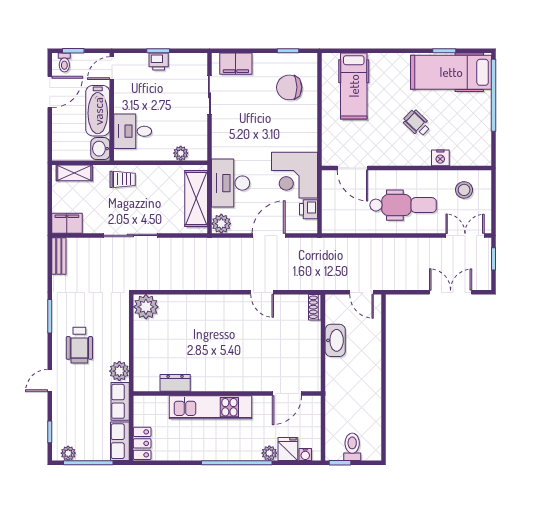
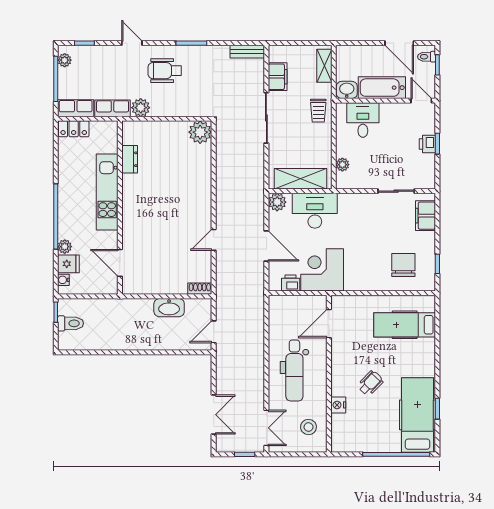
filing cabinet: (67, 223) -> (278, 77), moved

